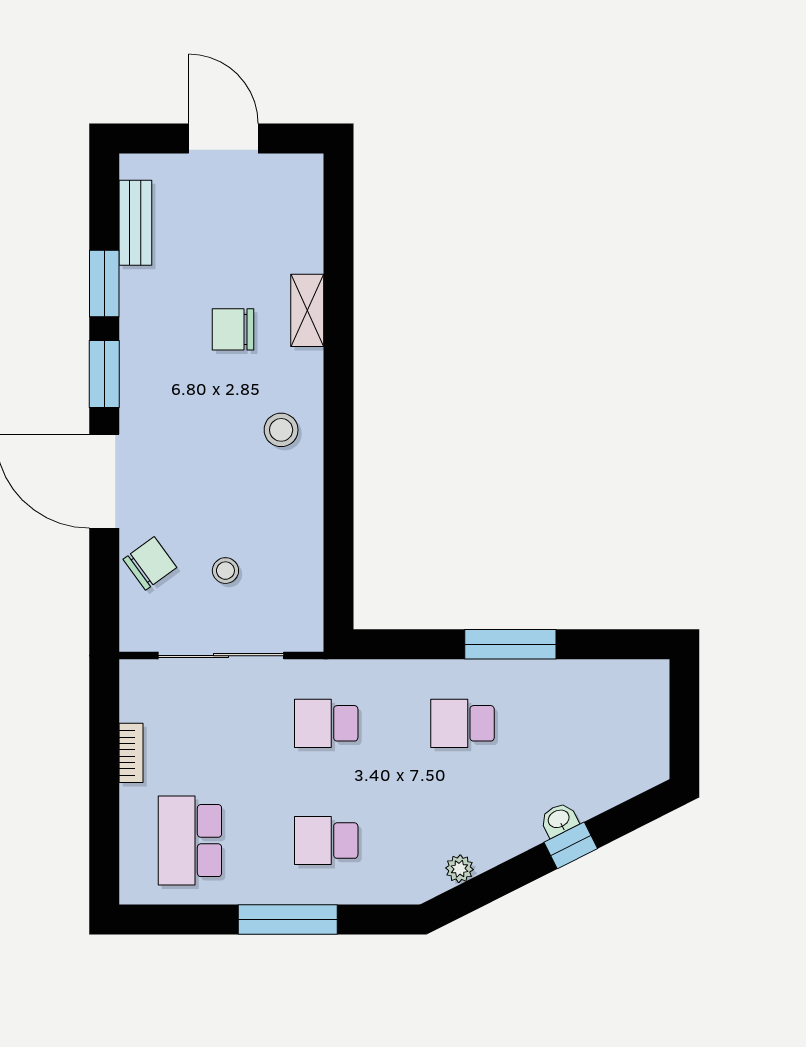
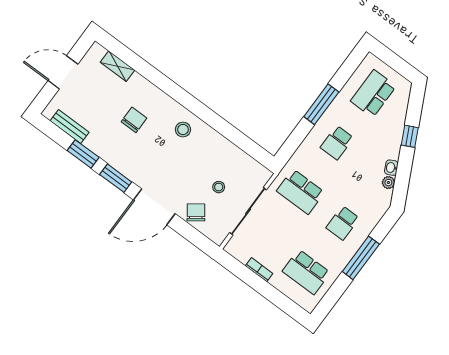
shelving: (307, 310) -> (117, 66), moved
chair: (233, 329) -> (134, 120), turned 180
school desk: (326, 723) -> (301, 192), width x1.85
school desk: (599, 723) -> (373, 94), added
washbasin: (559, 820) -> (391, 168), moved

